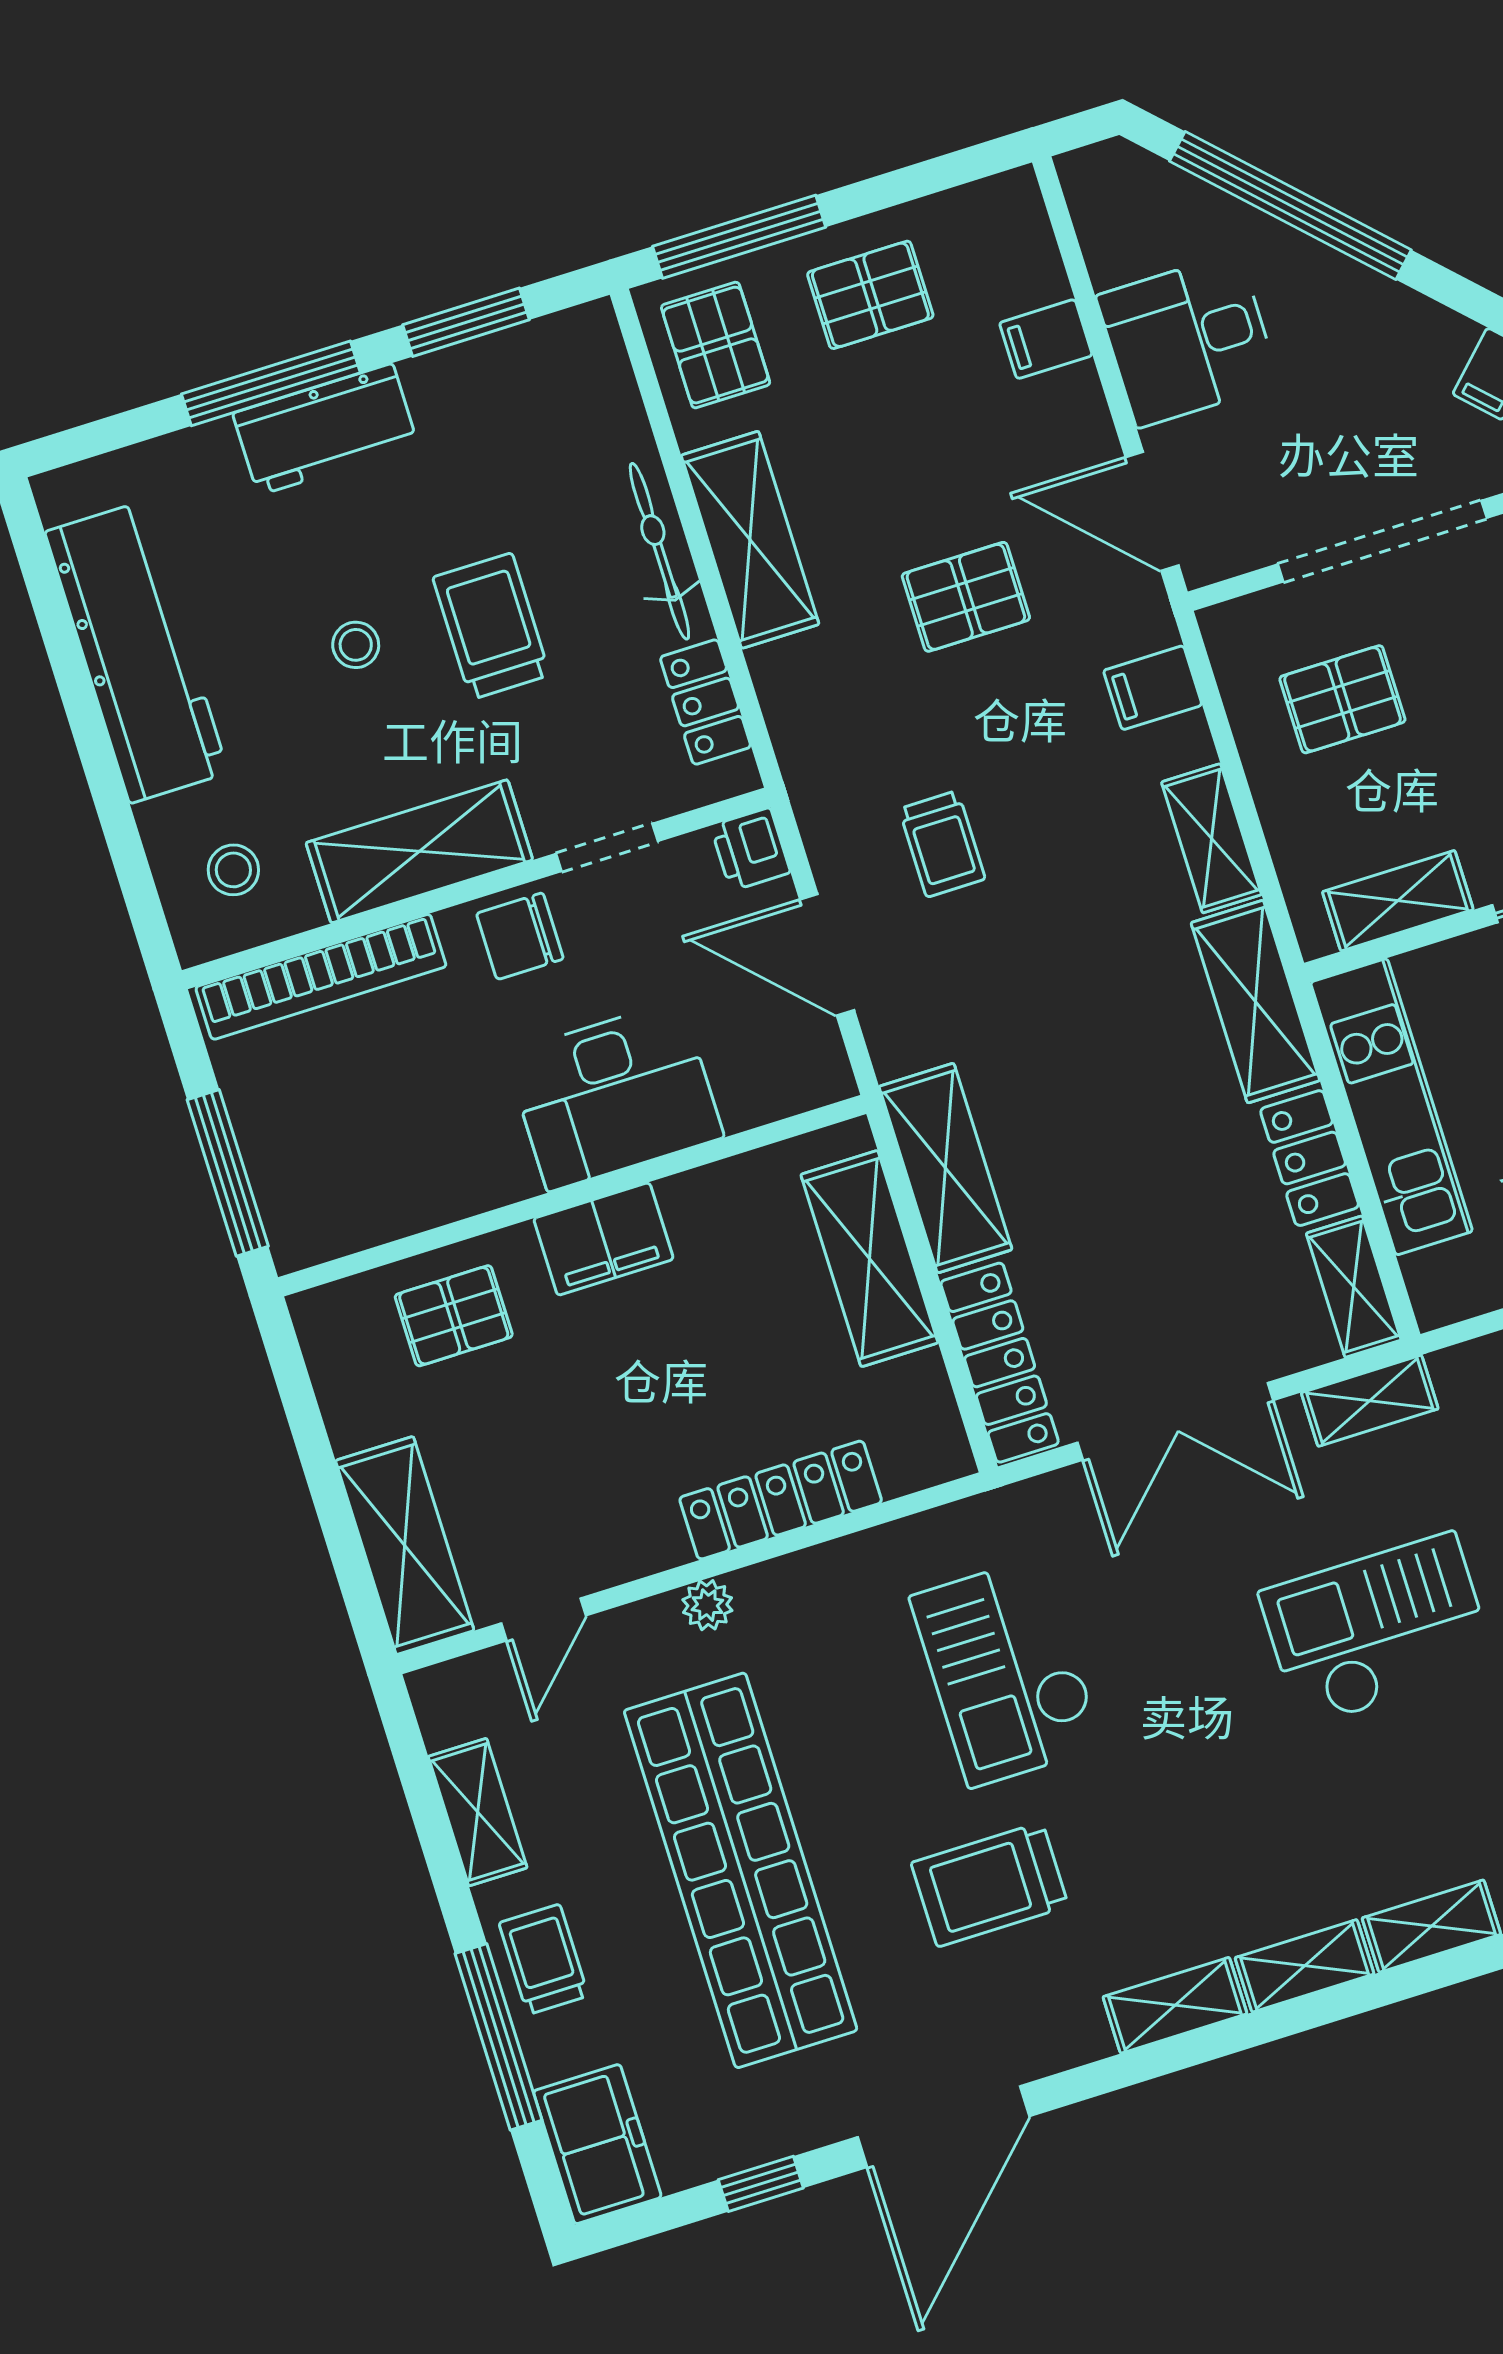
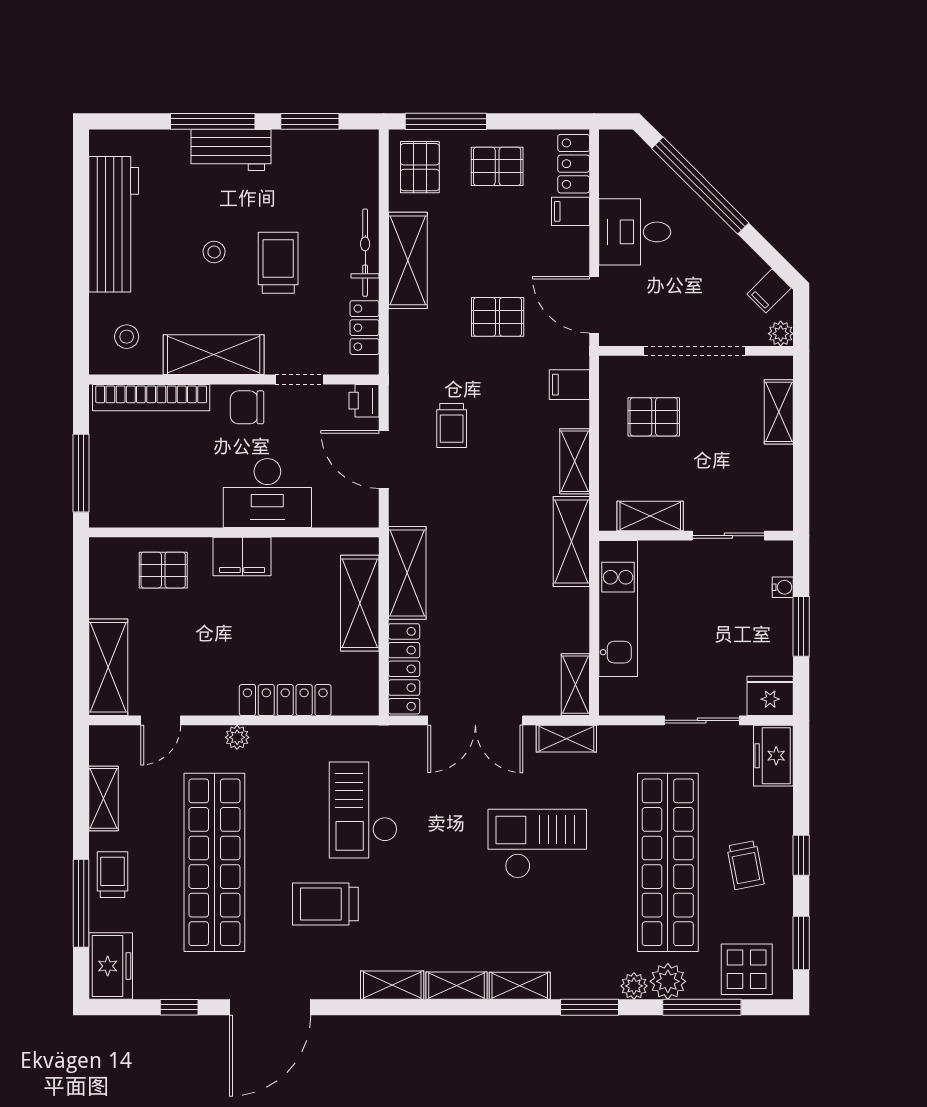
locker: (1310, 1158) -> (574, 164), moved

